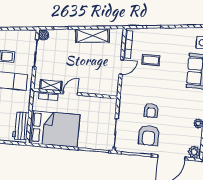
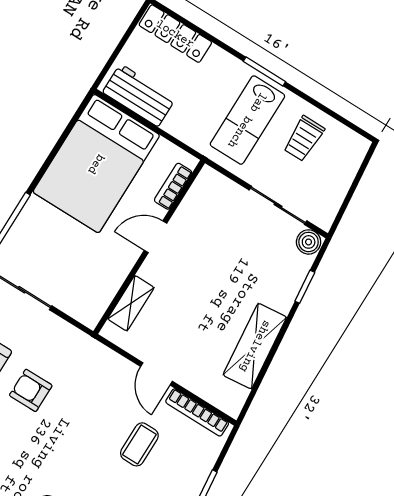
shelving: (51, 85) -> (131, 303), moved
door: (70, 93) -> (155, 237), swing flipped

